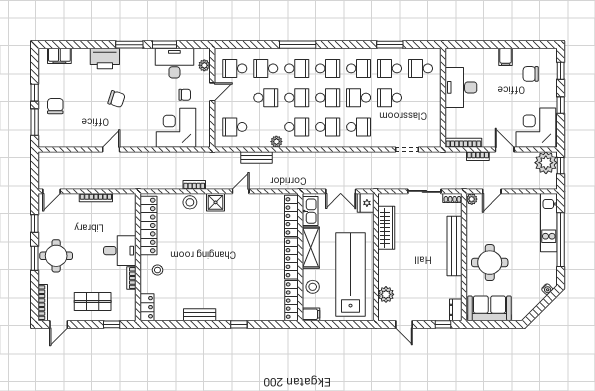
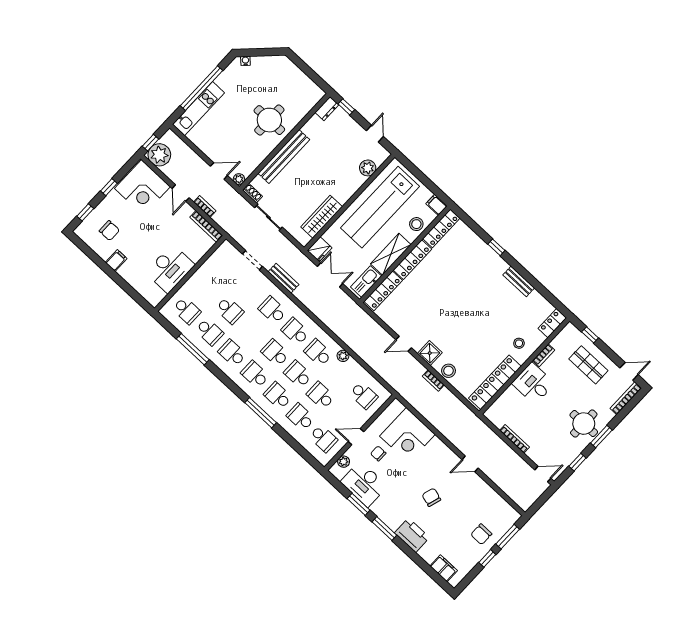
window: (390, 45) -> (193, 349), width x1.44
school desk: (266, 68) -> (301, 417), turned 180
school desk: (359, 98) -> (252, 332), removed
bench: (256, 157) -> (283, 278), moved
sofa: (489, 308) -> (301, 87), removed

